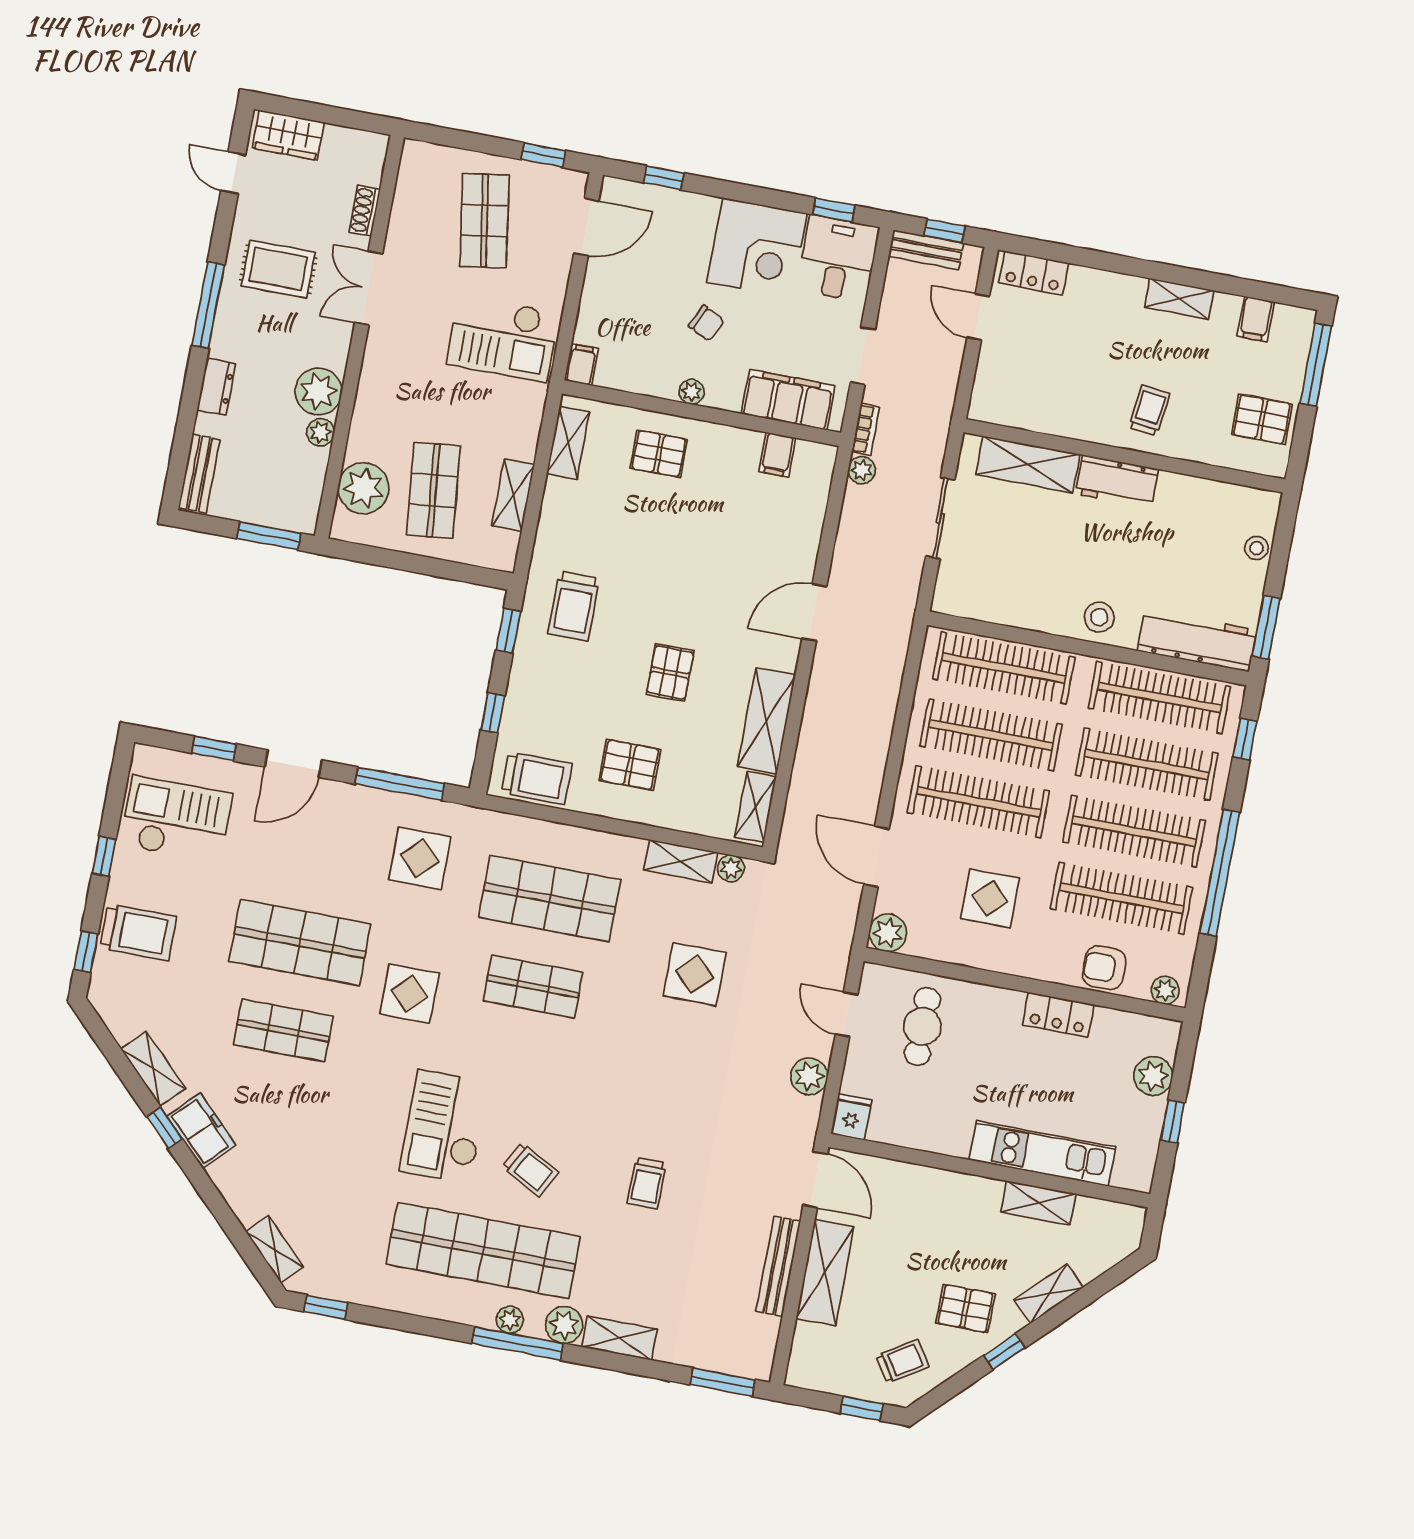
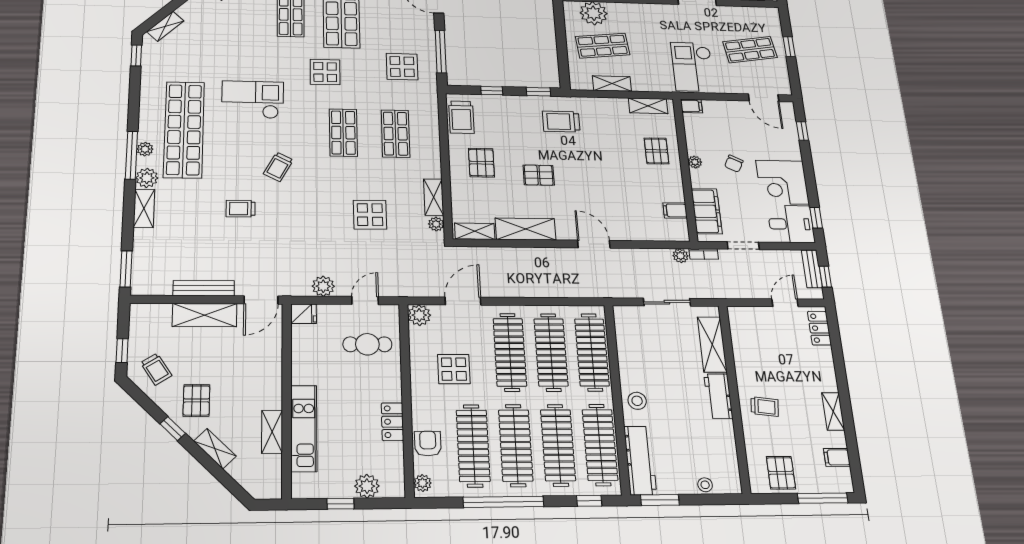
window: (543, 155) -> (789, 47), moved
shop shelf: (550, 899) -> (396, 134), width x0.70, depth x0.74
trolley: (530, 1170) -> (278, 167), moved

